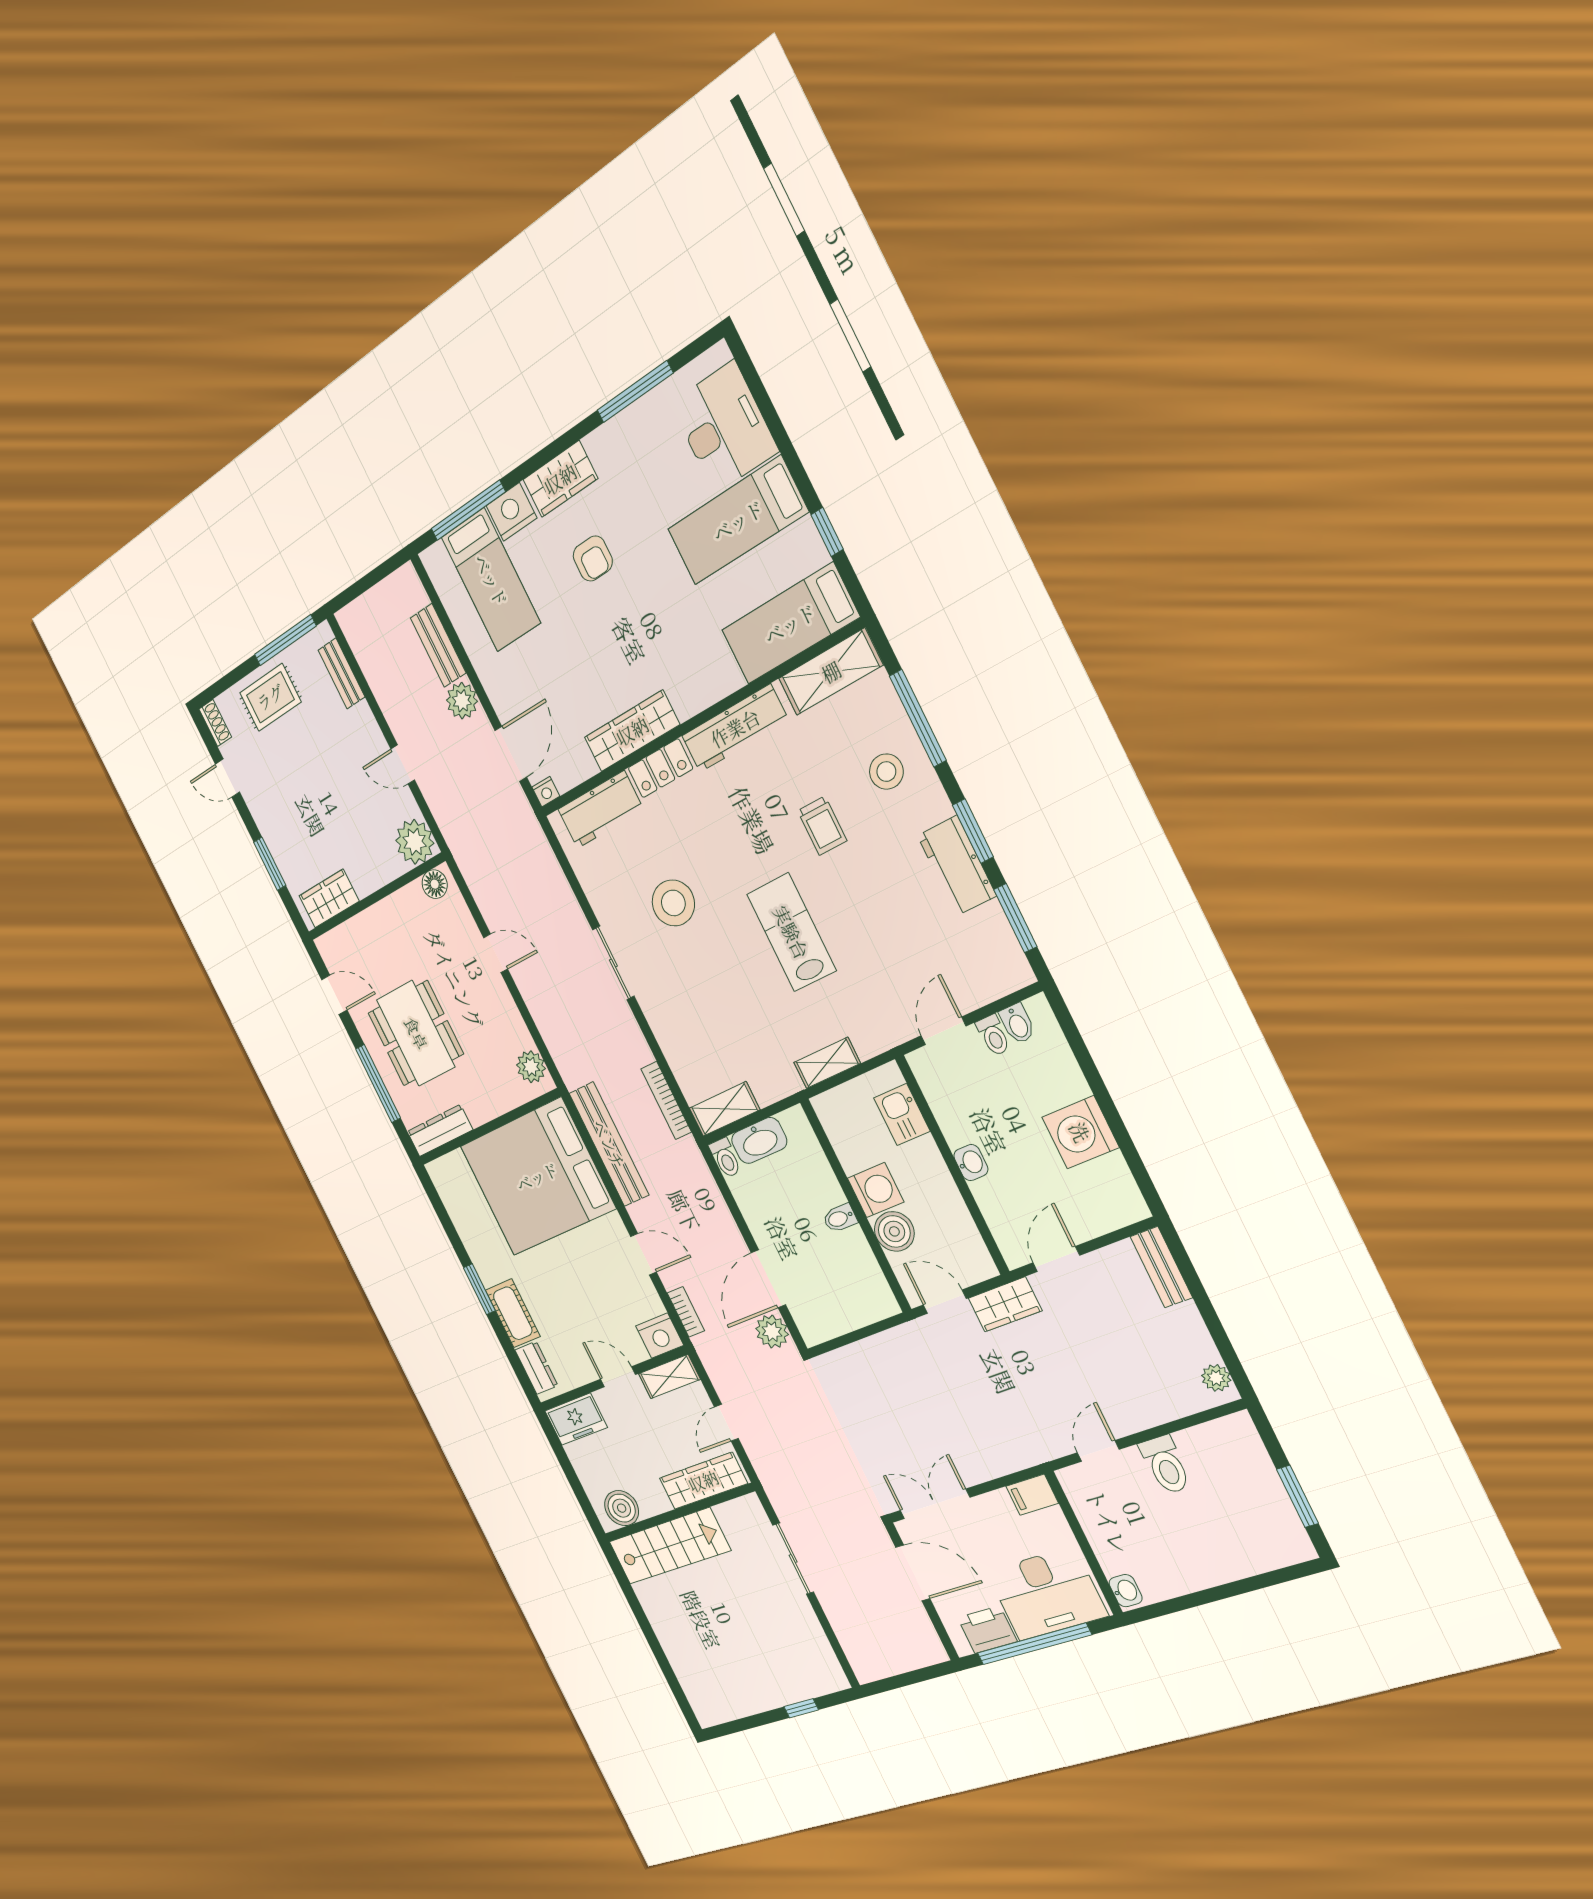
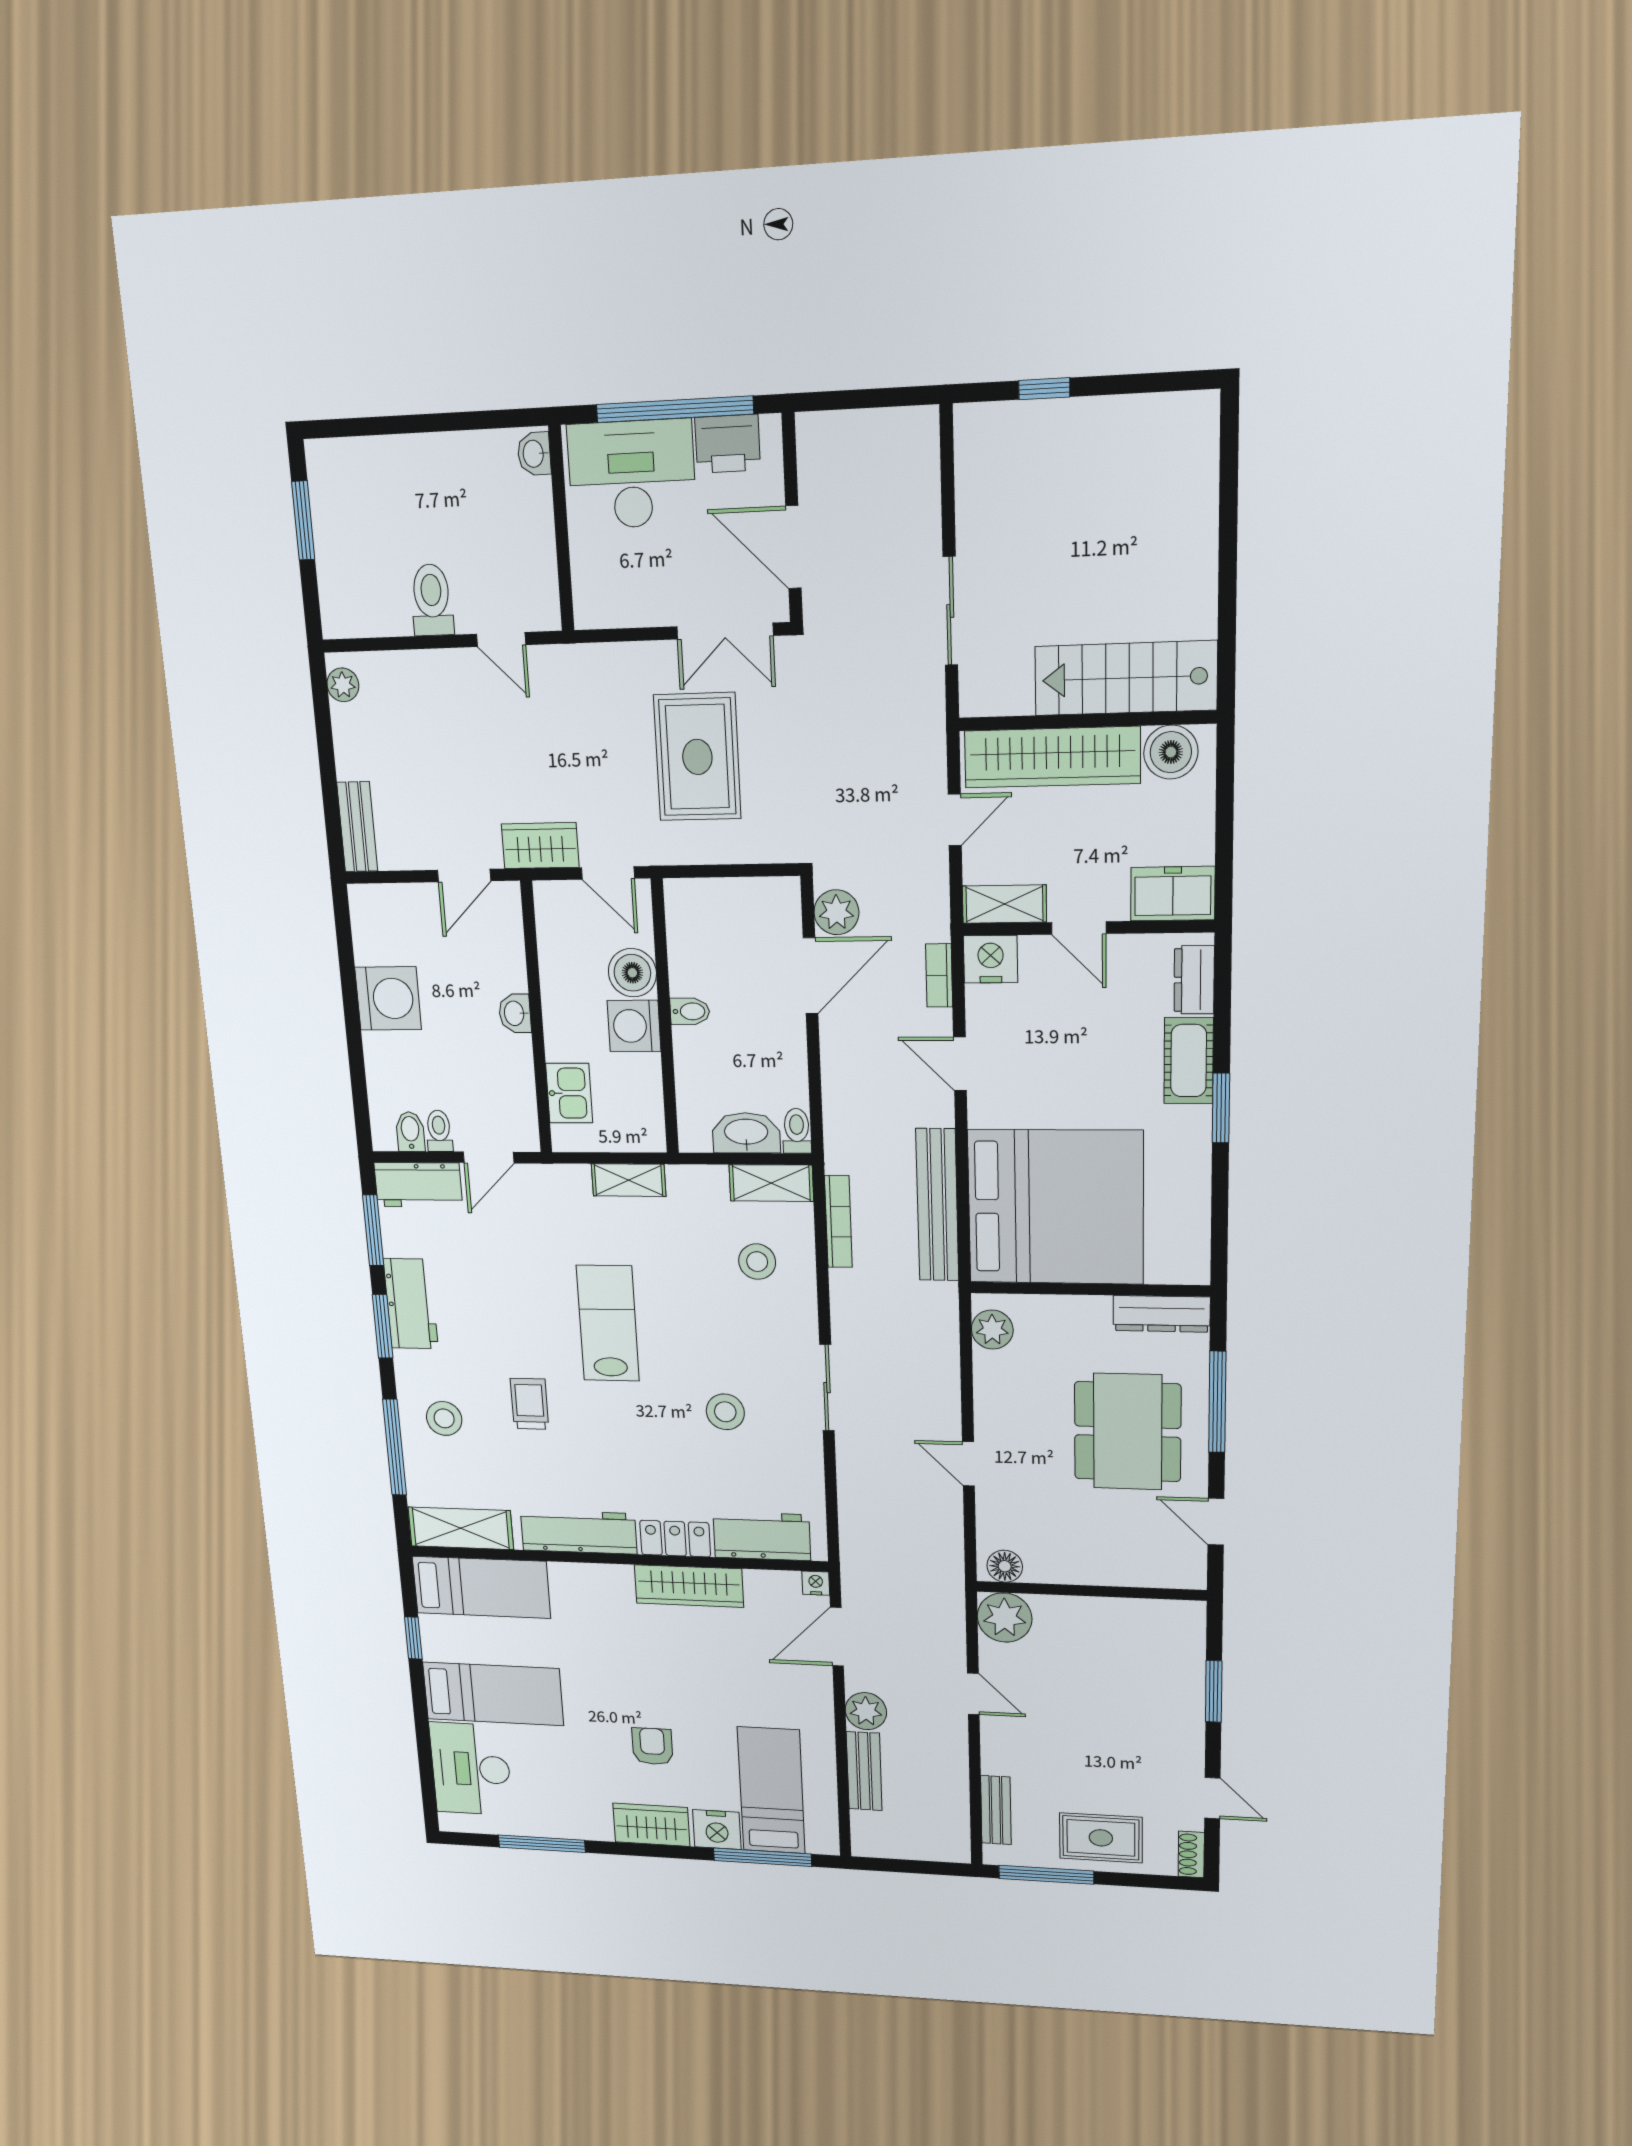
wardrobe: (329, 899) -> (1155, 1619), removed
stool: (673, 903) -> (725, 1412), width x0.73, depth x0.73
lab bench: (791, 932) -> (608, 1323), turned 180
workbench: (992, 979) -> (418, 1185), added
stool: (706, 1041) -> (757, 1262), added
rug: (916, 1410) -> (697, 757), added
door: (1098, 1451) -> (501, 639), hinge flipped
wardrobe: (703, 1481) -> (1052, 757), width x1.40, depth x1.17
filing cabinet: (1032, 1495) -> (599, 608), removed

